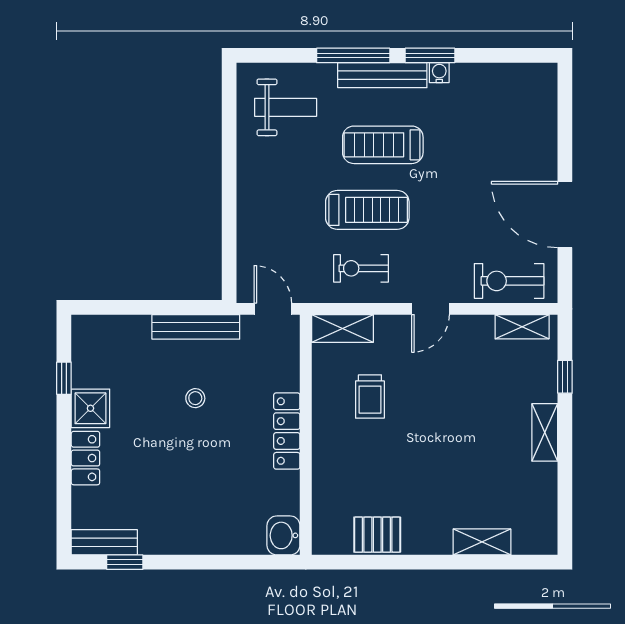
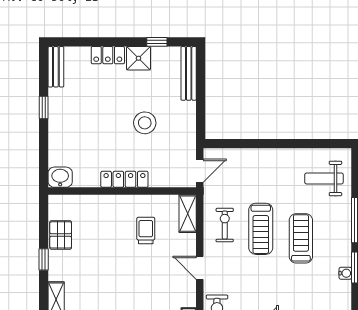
bench: (382, 75) -> (344, 238), removed
weight bench: (286, 107) -> (324, 178), turned 90
bench: (196, 327) -> (189, 73), moved
trolley: (370, 397) -> (146, 230), turned 90
stool: (195, 398) -> (145, 123), width x1.89, depth x1.89
window: (125, 562) -> (44, 107), moved
window: (417, 562) -> (44, 259), added

